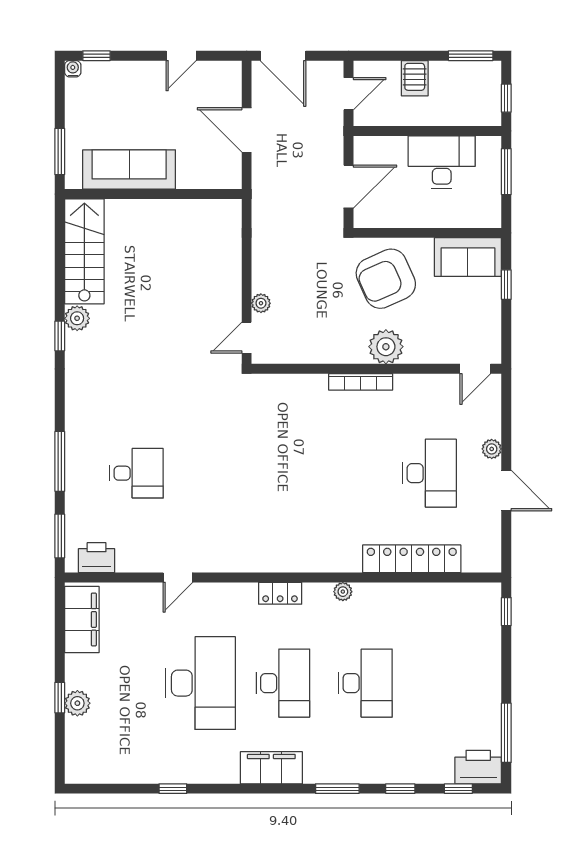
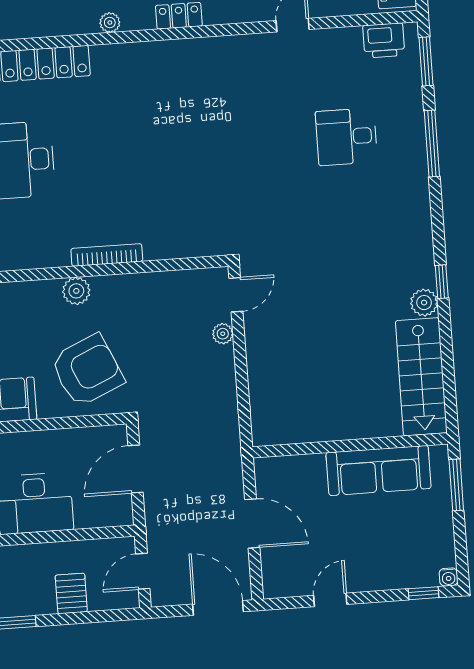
plant: (386, 347) -> (76, 291), width x0.73, depth x0.73

